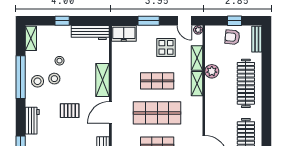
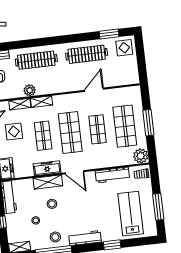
stool: (54, 79) -> (52, 204), moved
freezer: (119, 81) -> (47, 168), added
pallet: (70, 111) -> (77, 207), removed
workbench: (32, 121) -> (85, 238), width x1.38

